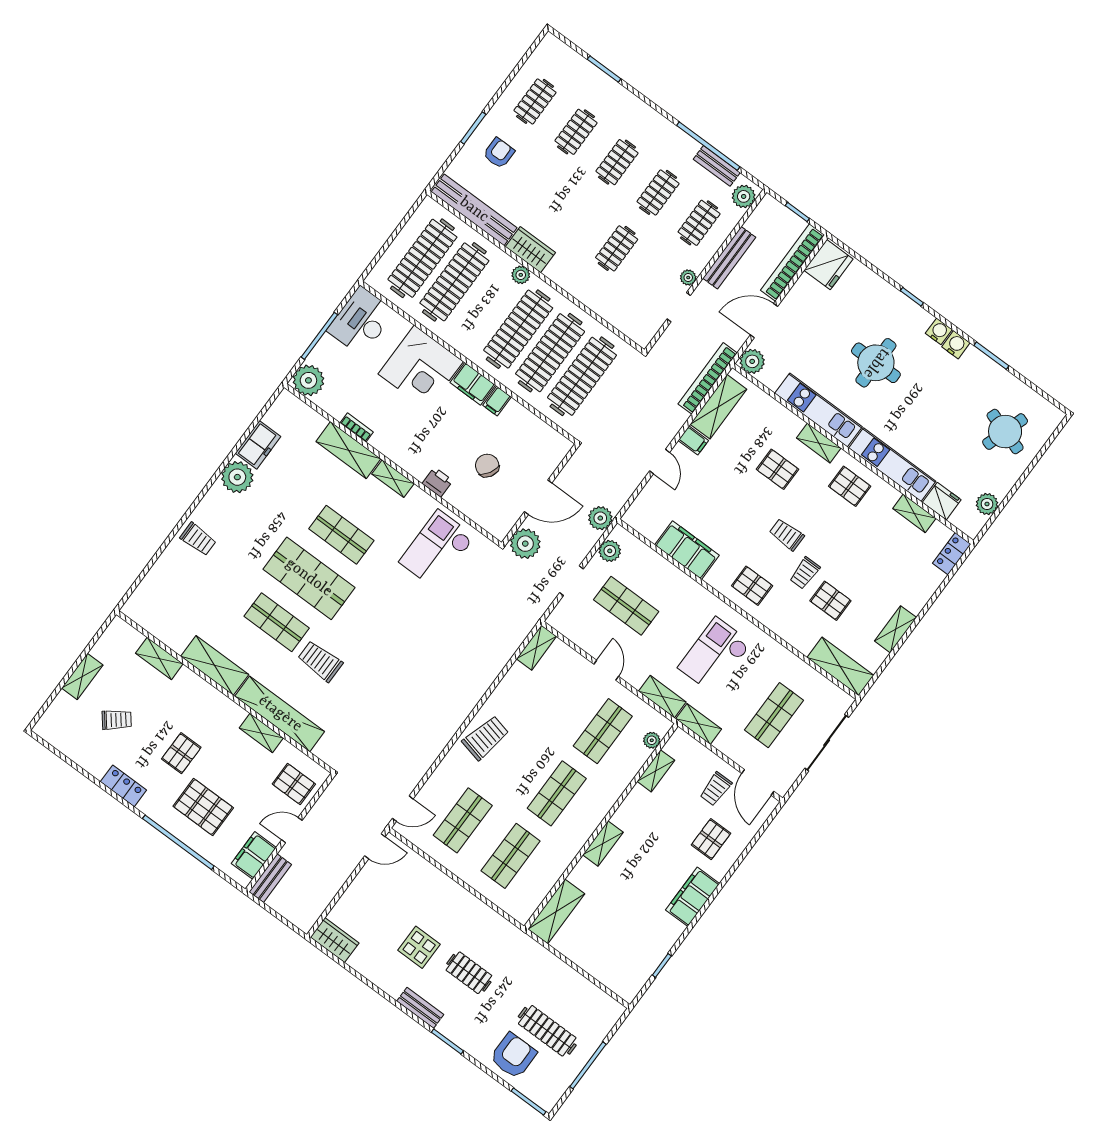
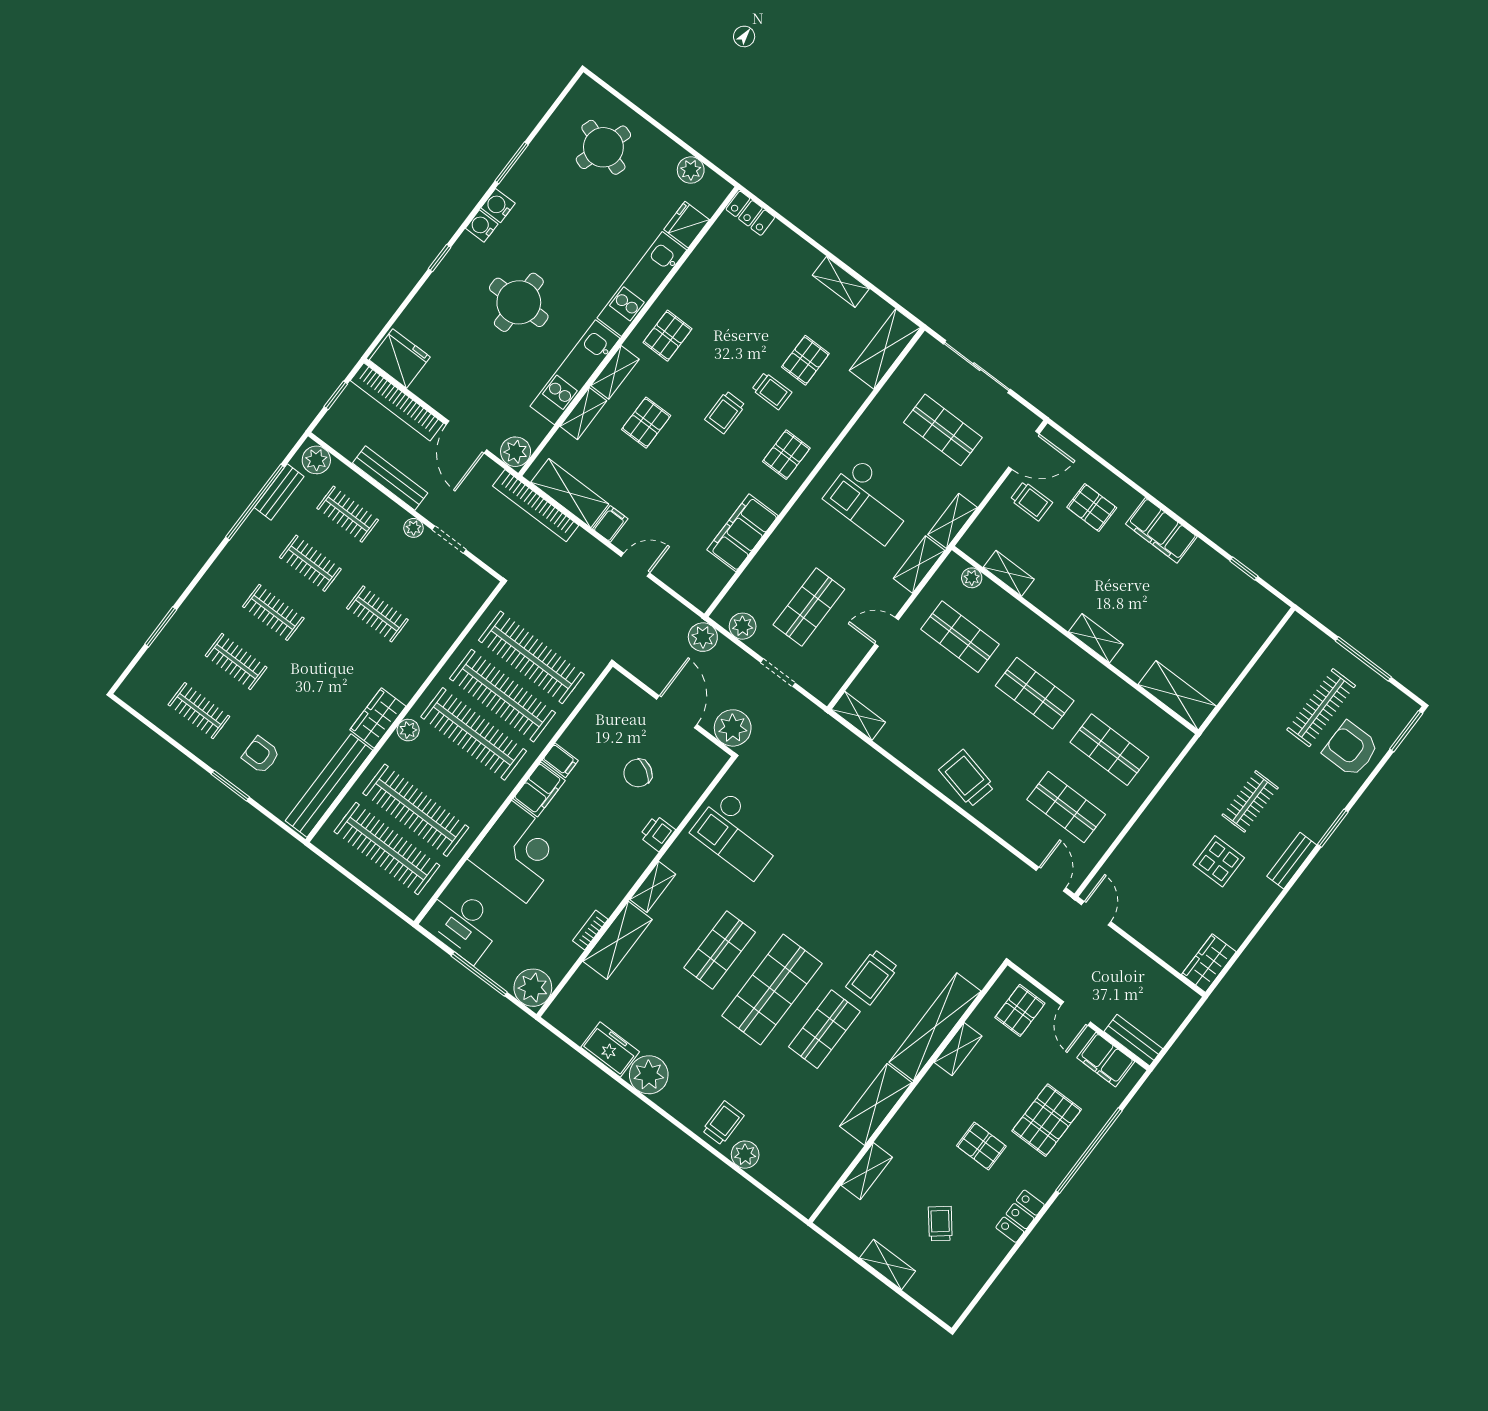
shelving: (914, 513) -> (583, 414), moved
plant: (172, 558) -> (745, 1155), added

